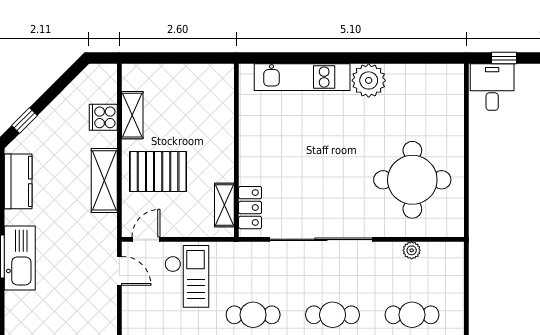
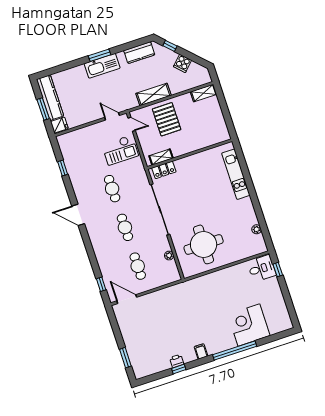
plant: (369, 80) -> (257, 229), moved, width x0.53, depth x0.53
shelving: (132, 115) -> (204, 93), moved
cooker: (103, 117) -> (183, 63), moved, turned -135
door: (119, 271) -> (112, 116), swing flipped

